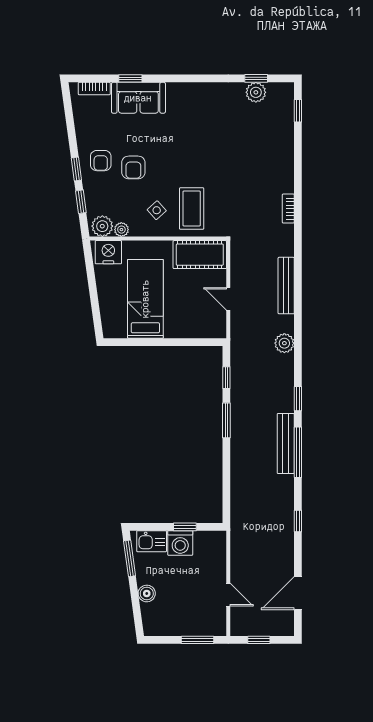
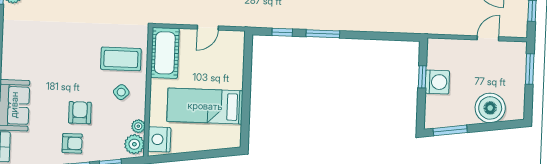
armchair: (133, 167) -> (80, 113), turned -90
kitchen sink: (152, 541) -> (435, 109), removed
boiler: (147, 593) -> (490, 108), width x1.86, depth x1.86

